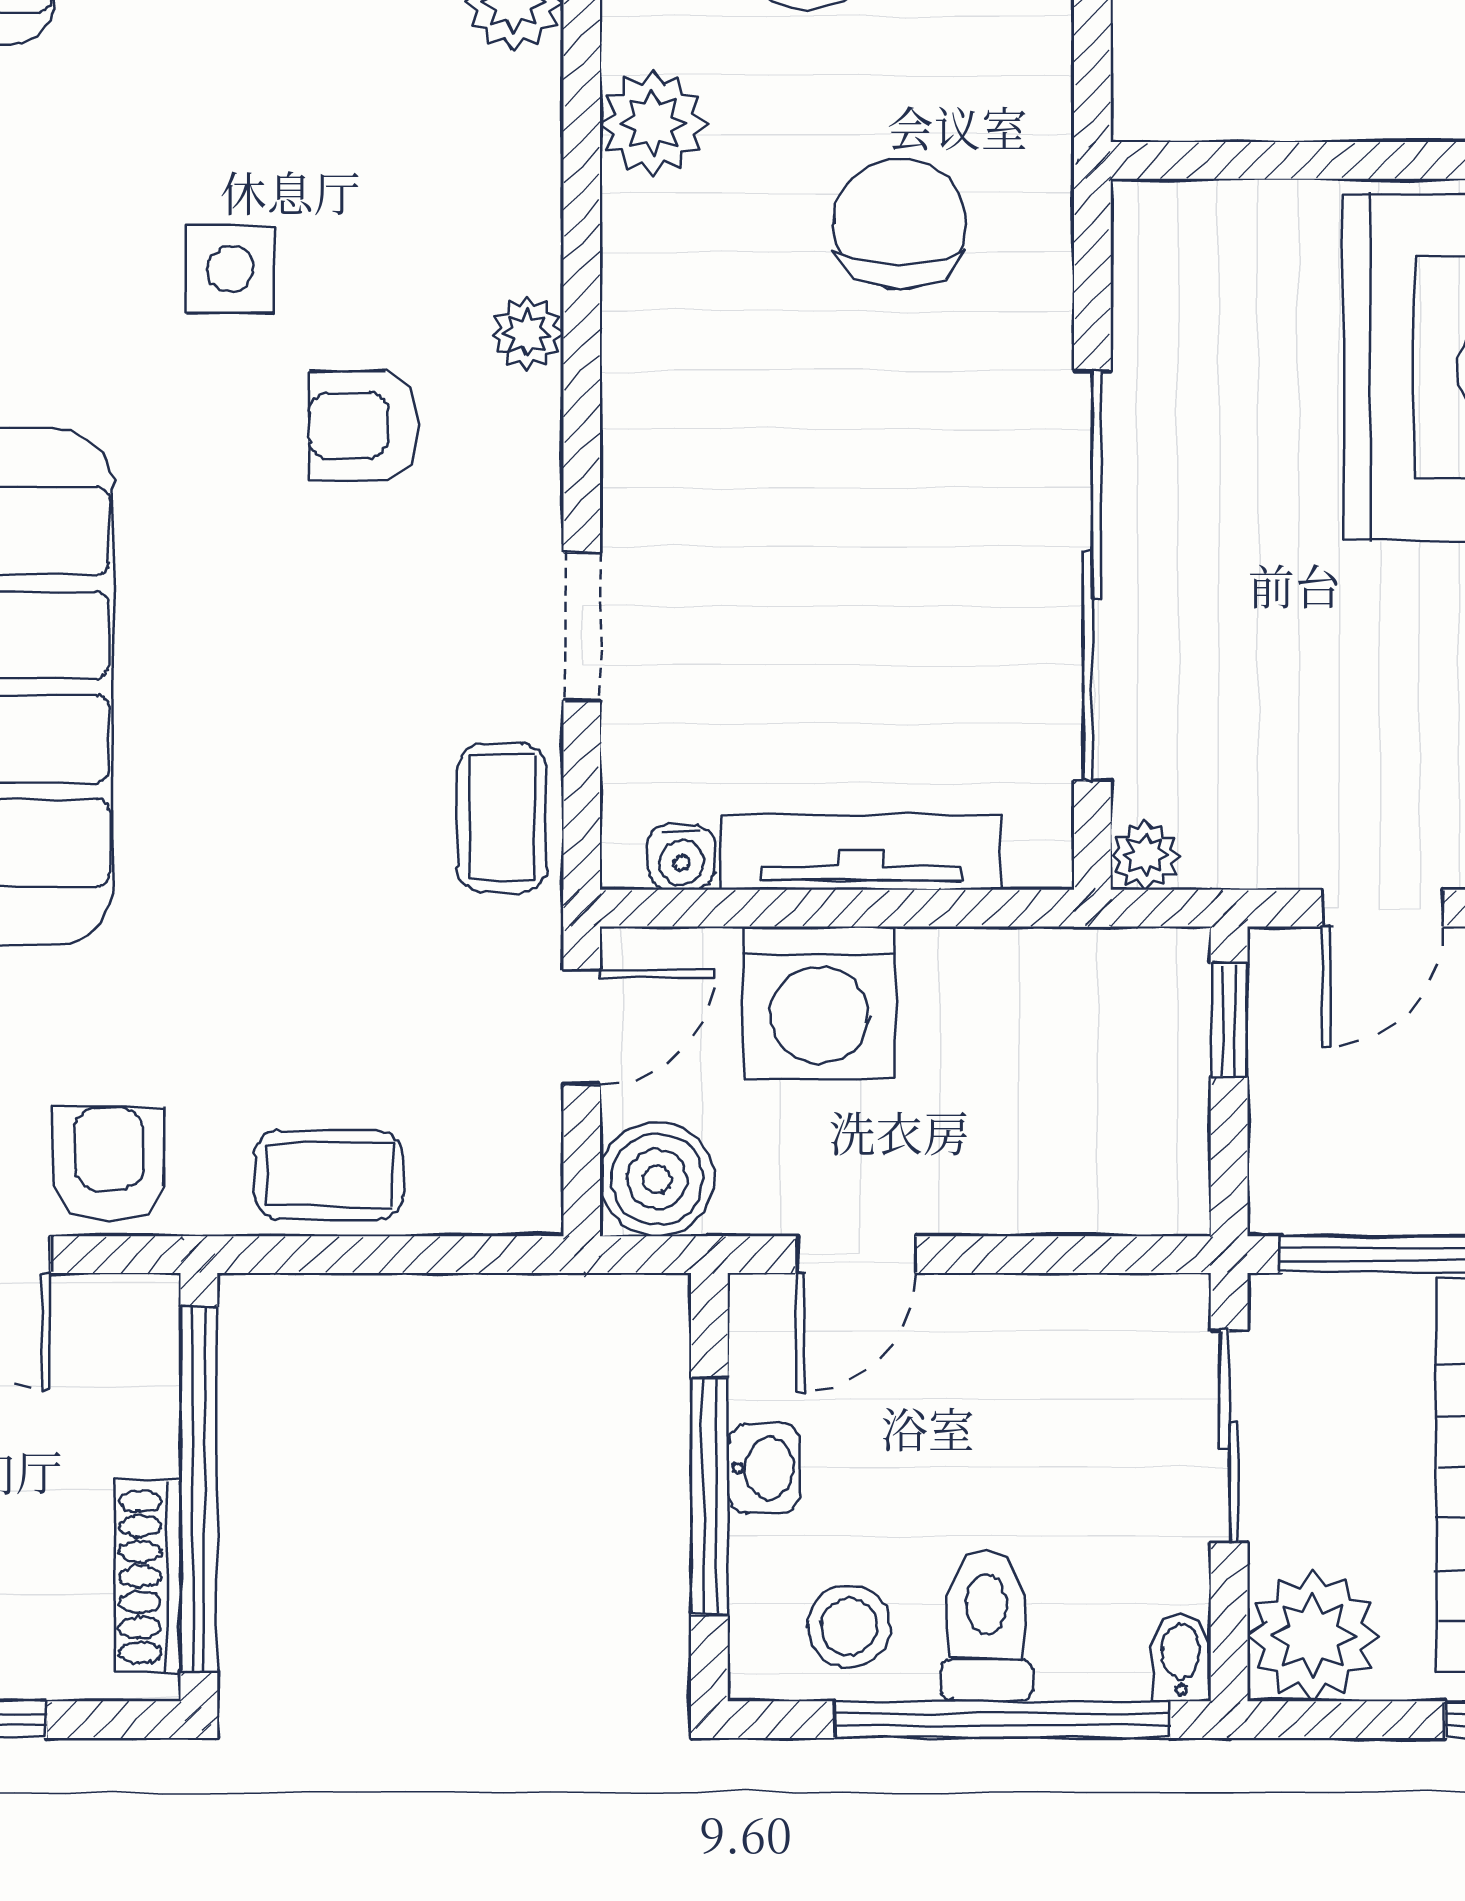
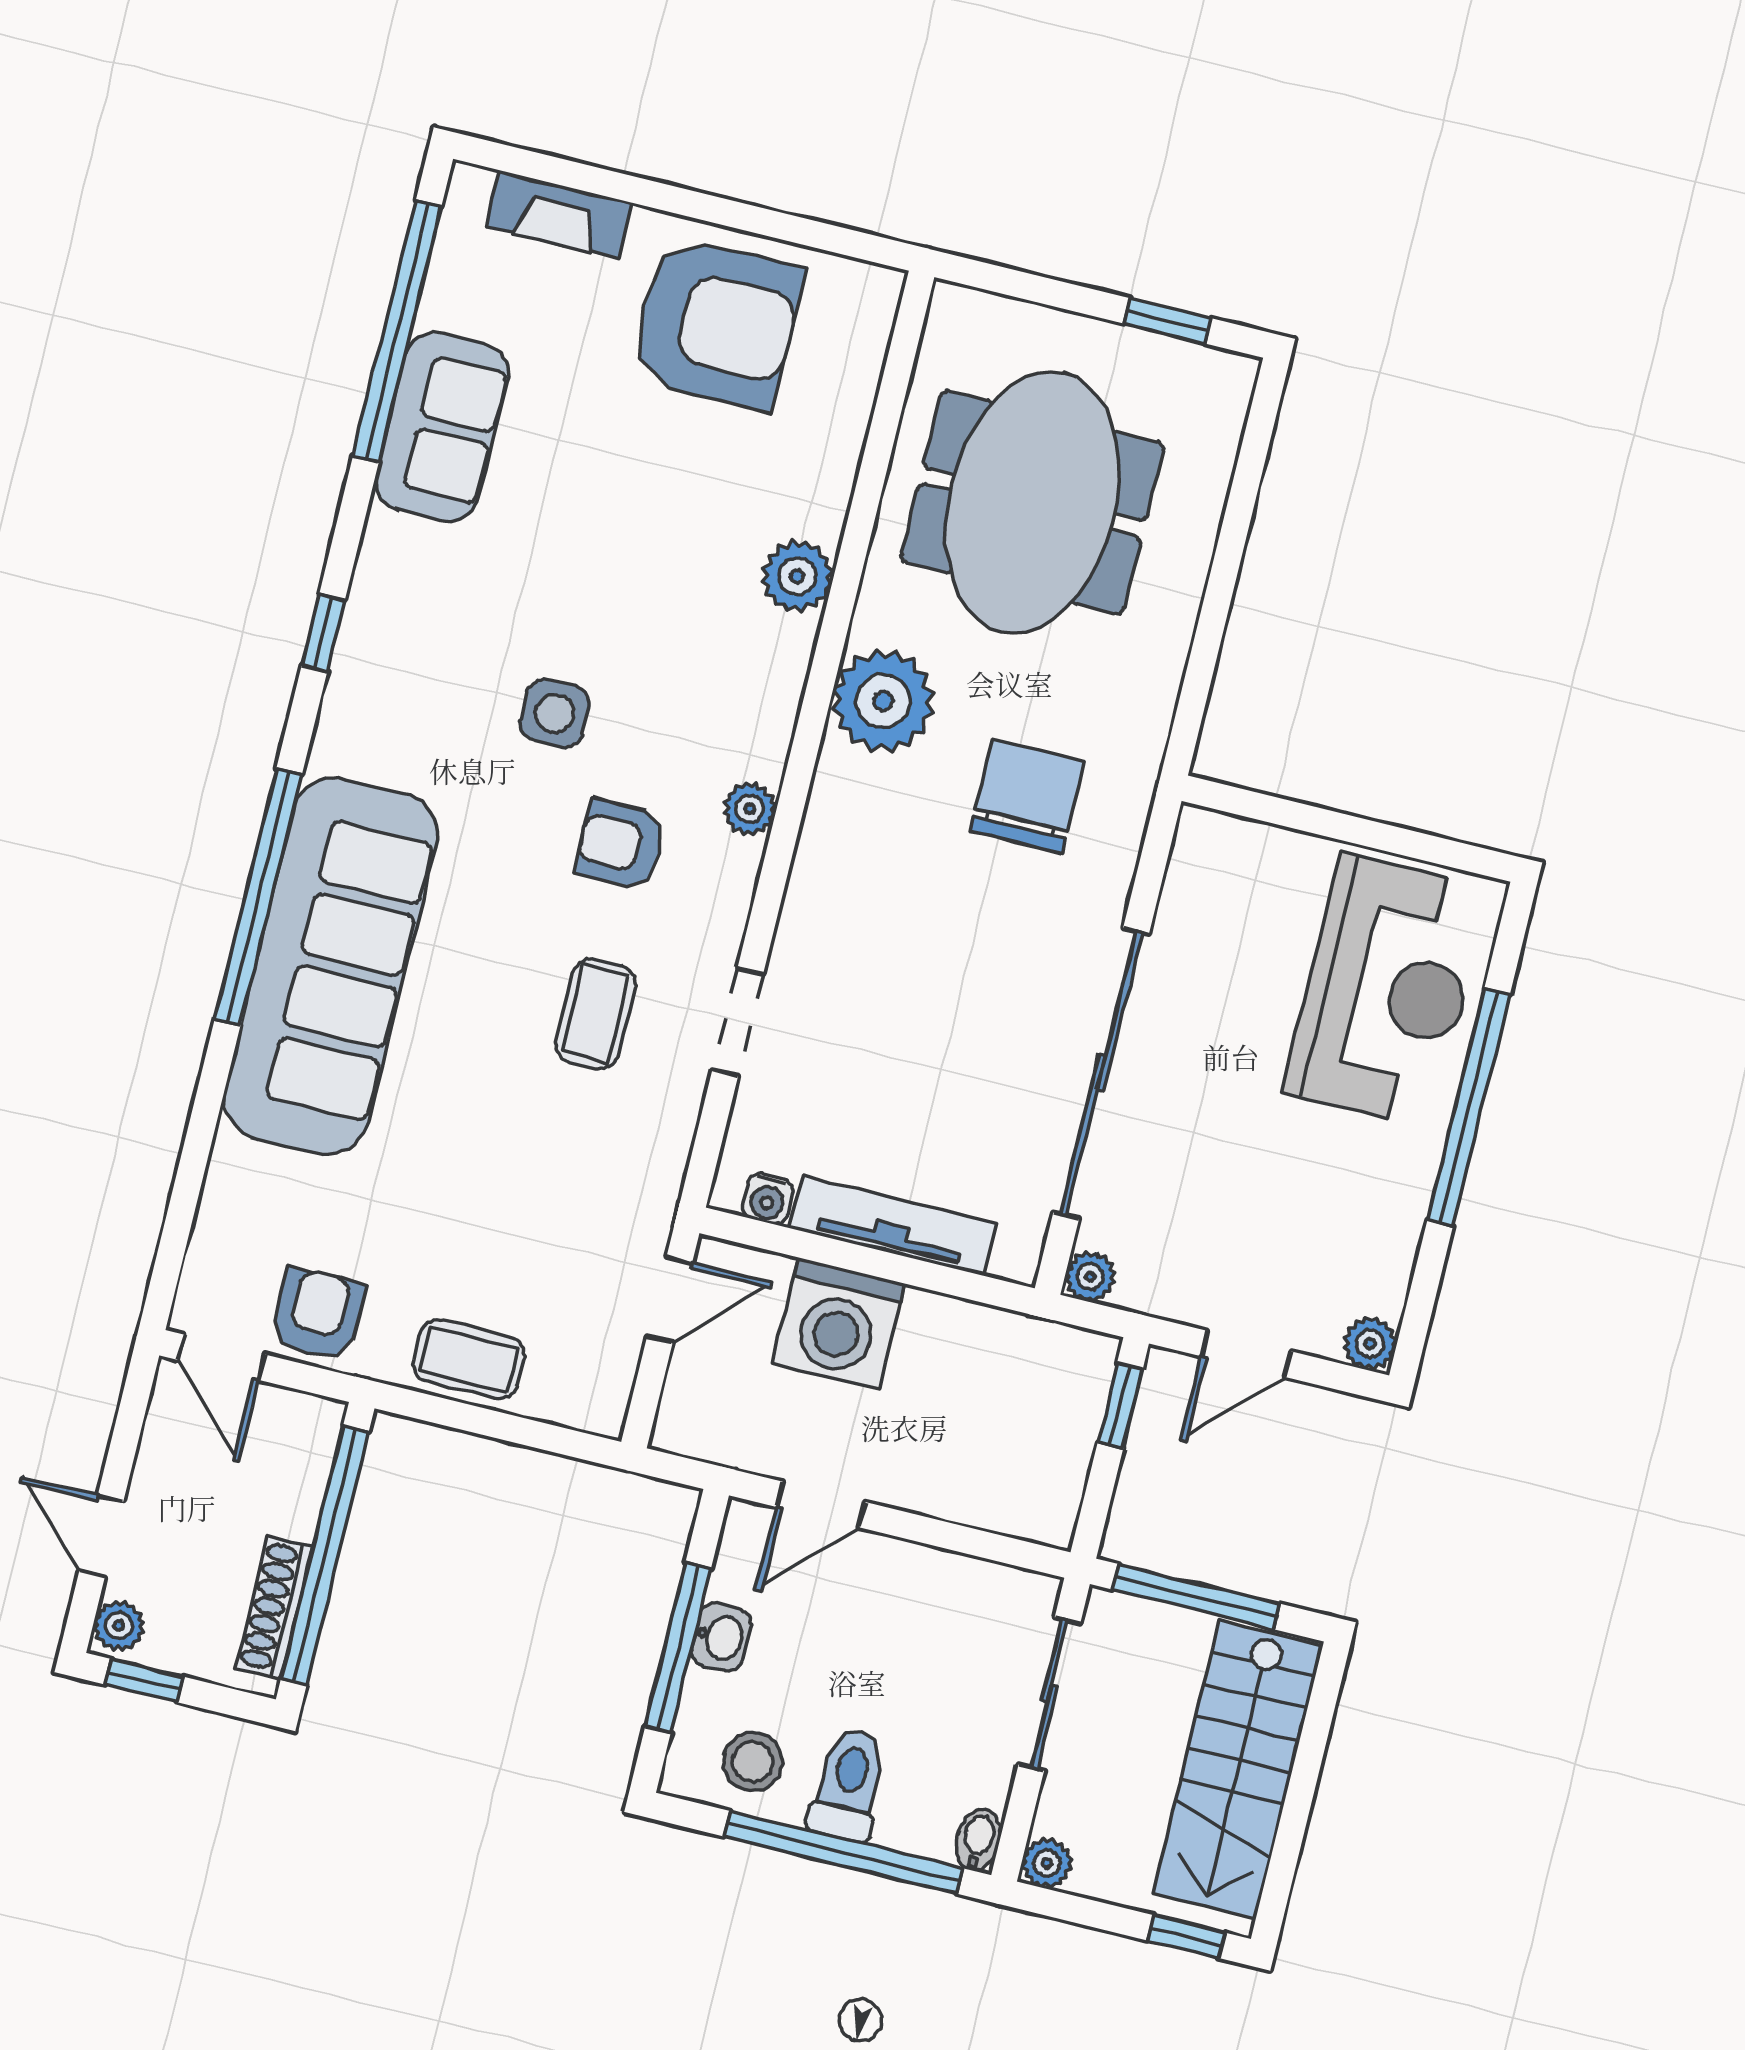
plant: (653, 123) -> (883, 701), width x1.36, depth x1.36
coffee table: (502, 818) -> (596, 1014), moved
boiler: (657, 1179) -> (696, 1418), removed
plant: (1313, 1636) -> (1047, 1863), width x0.53, depth x0.53

